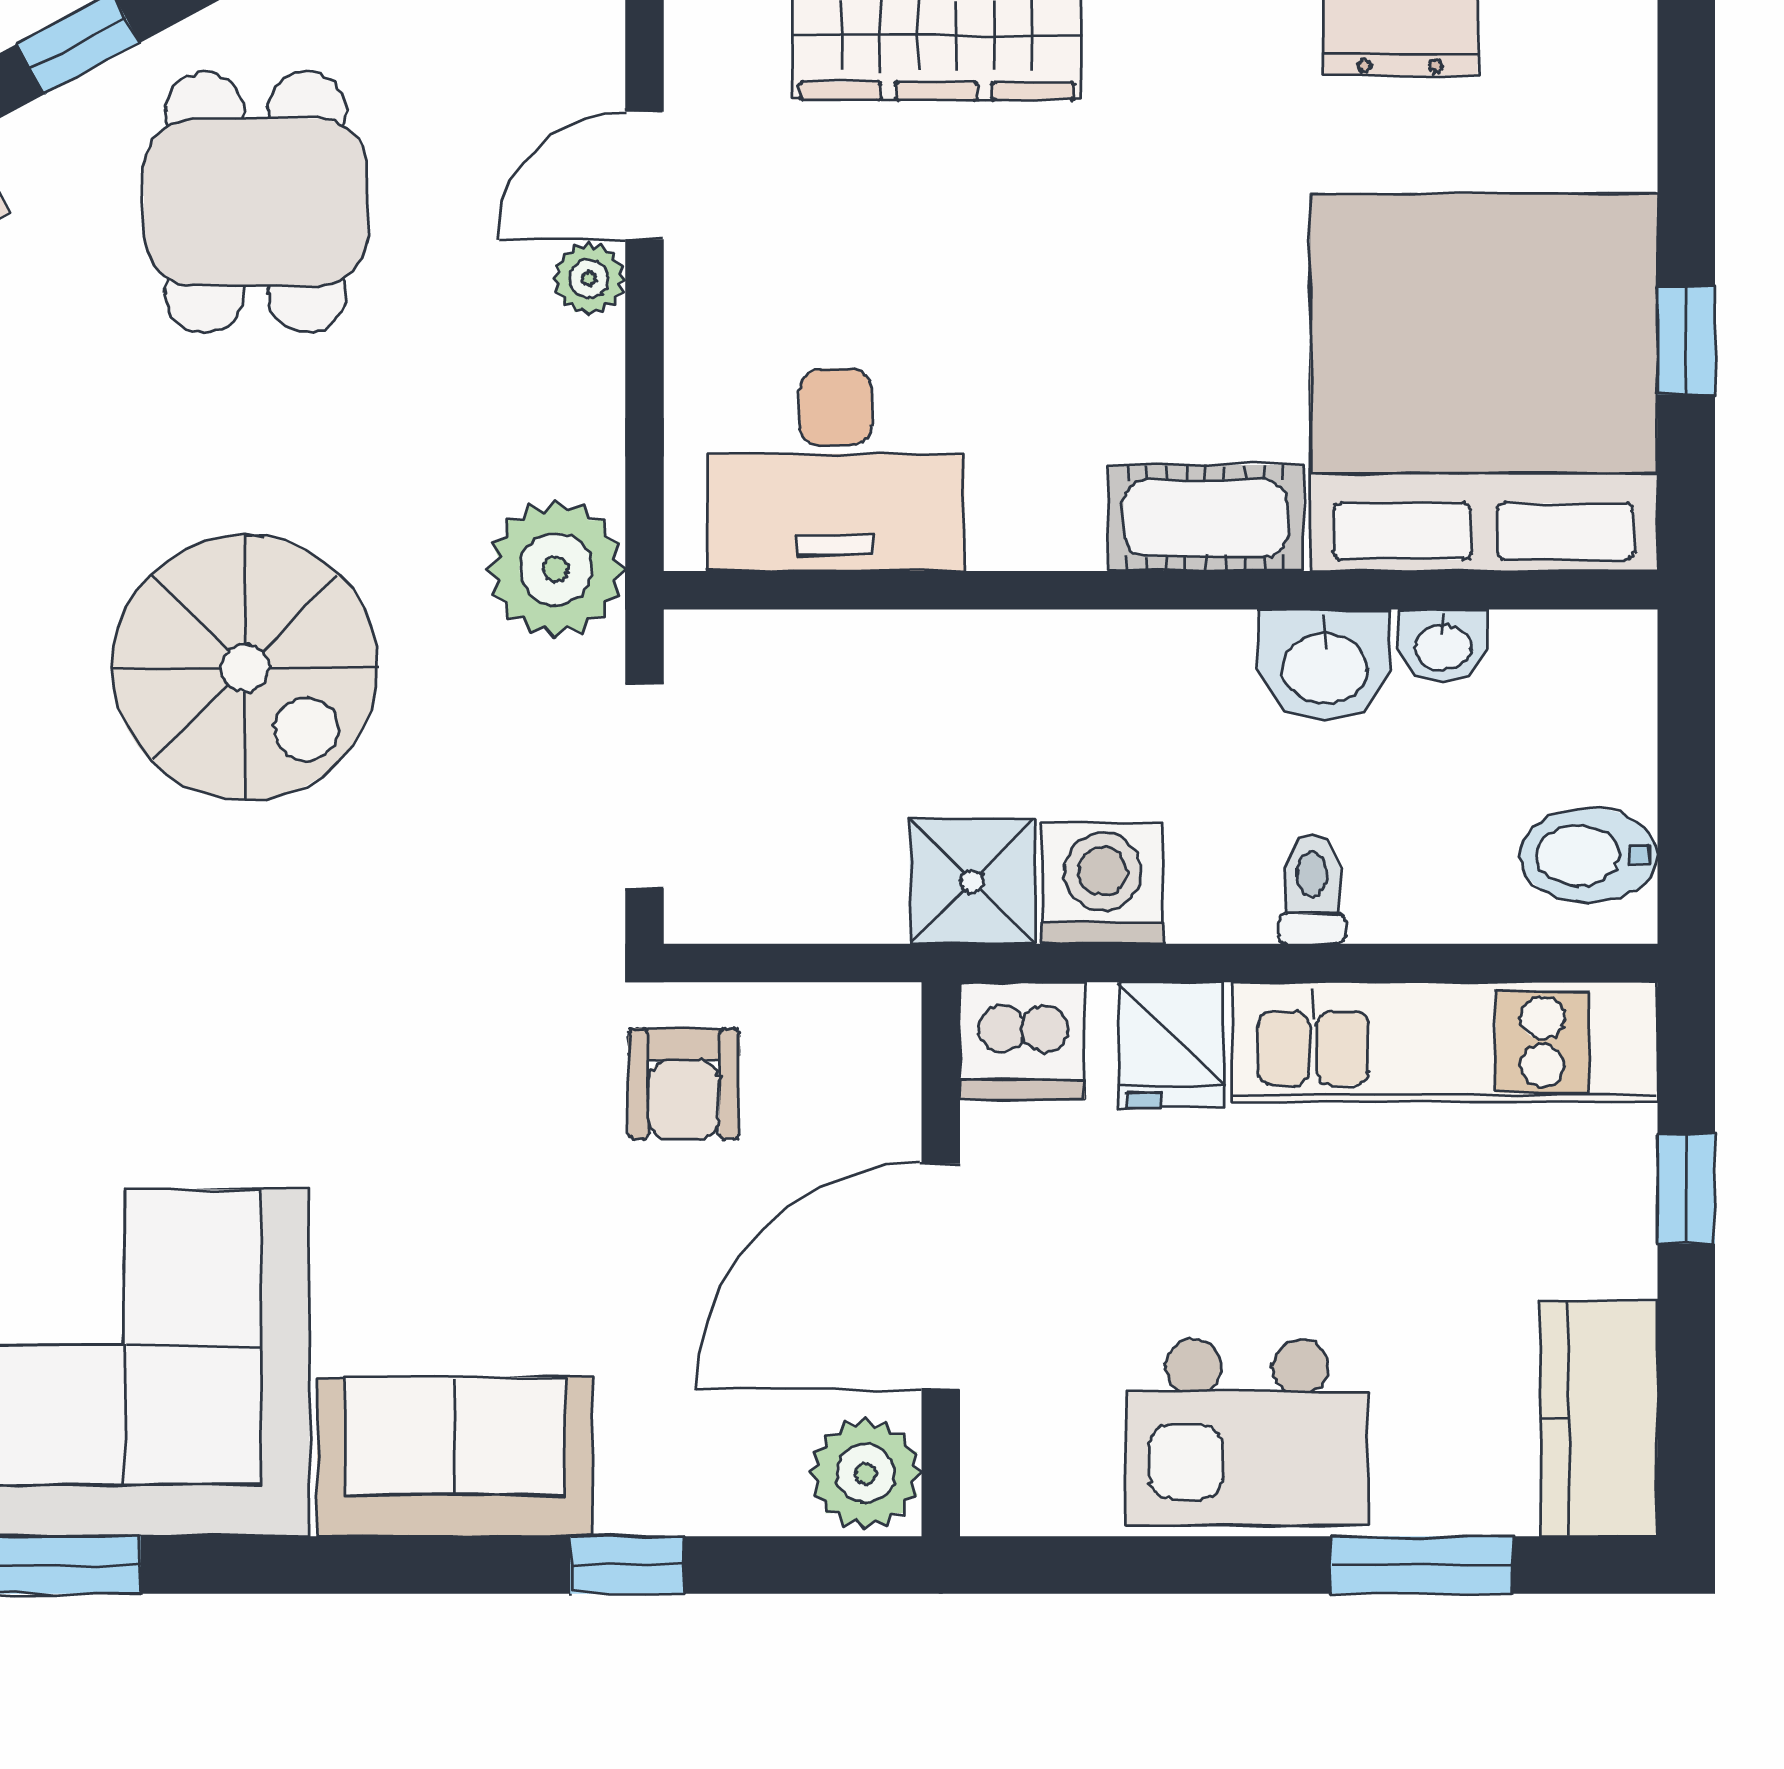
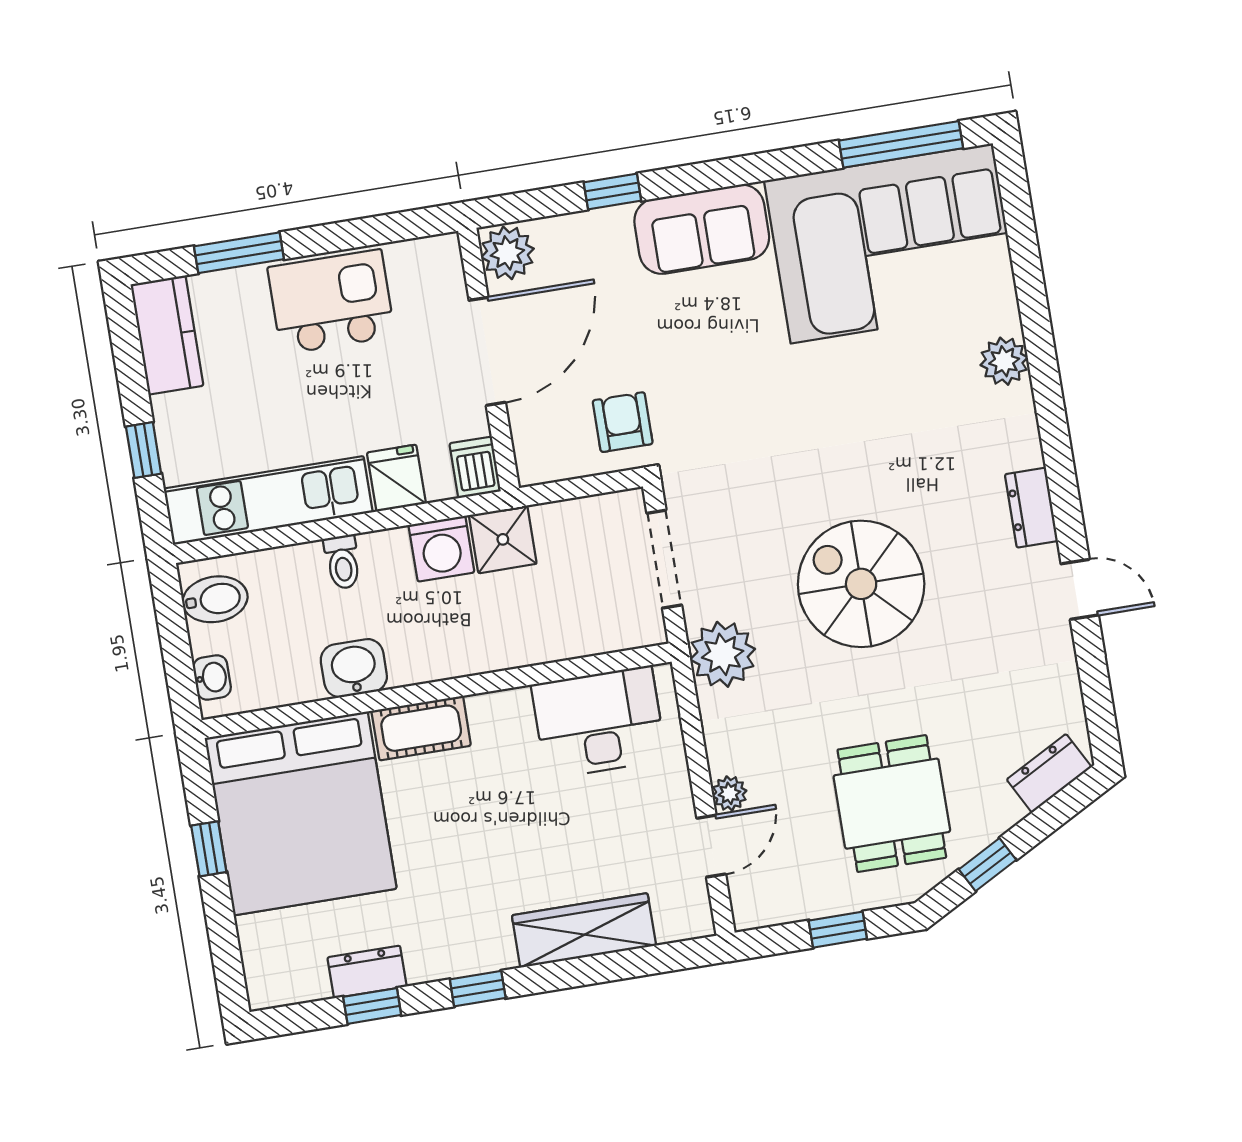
washbasin: (1443, 645) -> (212, 677), moved, turned 90
dishwasher: (1022, 1040) -> (475, 467), width x0.73

